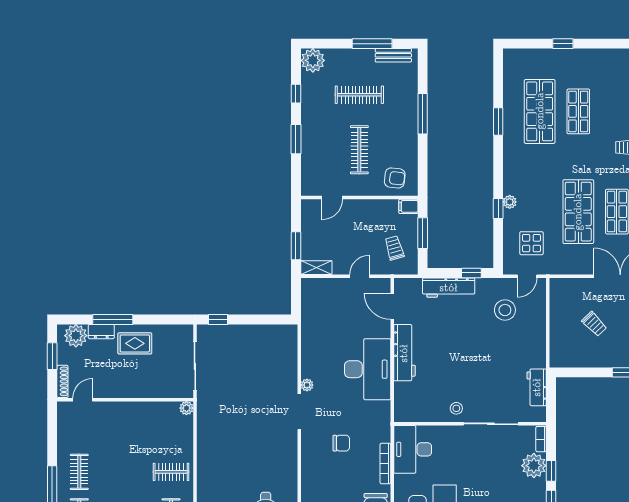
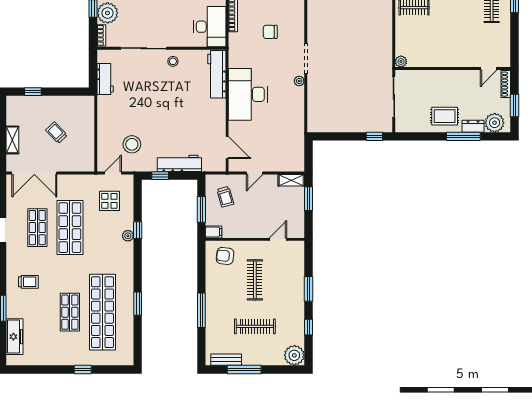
shop shelf: (540, 111) -> (103, 312), width x1.40
workbench: (404, 353) -> (217, 74), moved

